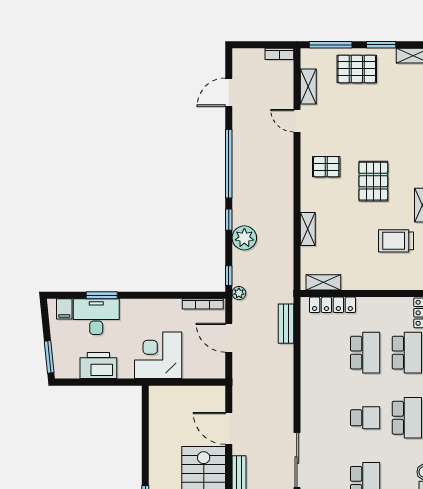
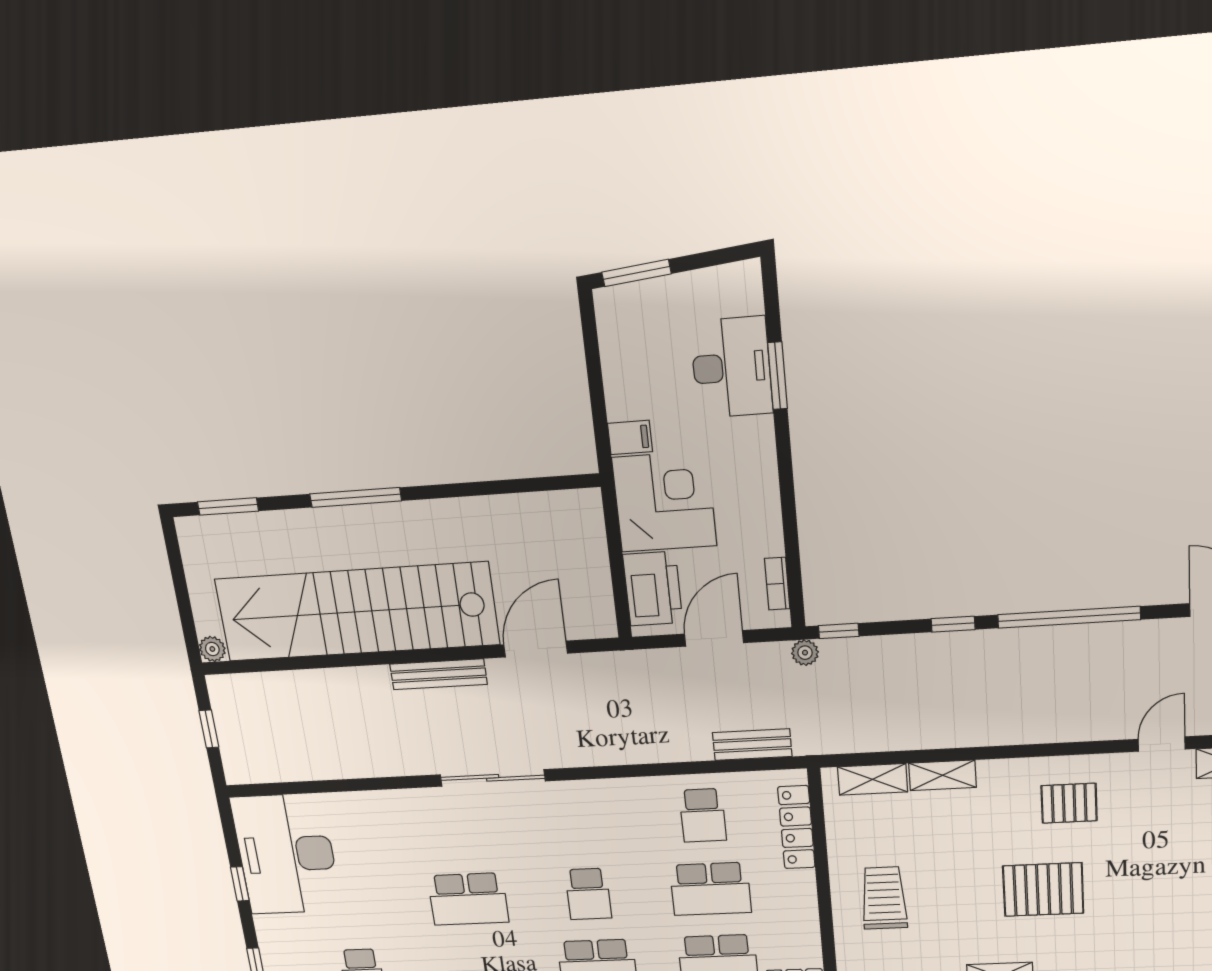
pallet: (326, 167) -> (1069, 803), turned 90
plant: (244, 238) -> (917, 657), removed
trolley: (396, 241) -> (884, 898), moved
shelving: (323, 282) -> (873, 779), moved, turned 90
bookcase: (203, 304) -> (777, 584), width x0.64
filing cabinet: (64, 309) -> (630, 437), moved, turned 180
school desk: (323, 353) -> (703, 815), added
printer: (98, 366) -> (653, 589), moved

